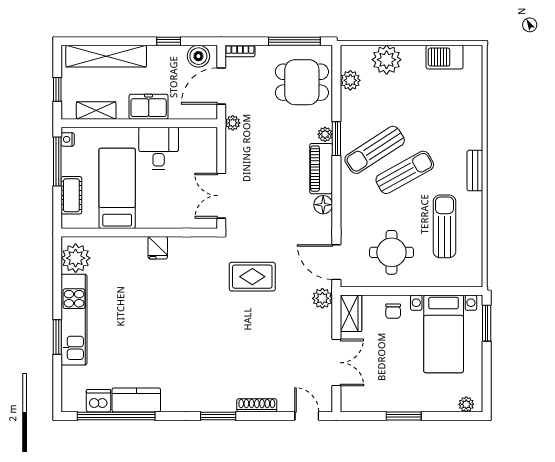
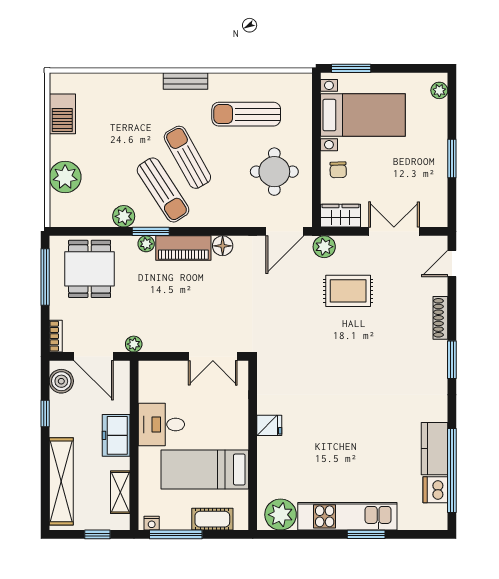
plant: (350, 80) -> (124, 216), moved
rug: (252, 277) -> (348, 291), moved, turned 90
chair: (393, 311) -> (338, 170), turned 88

